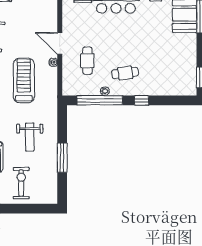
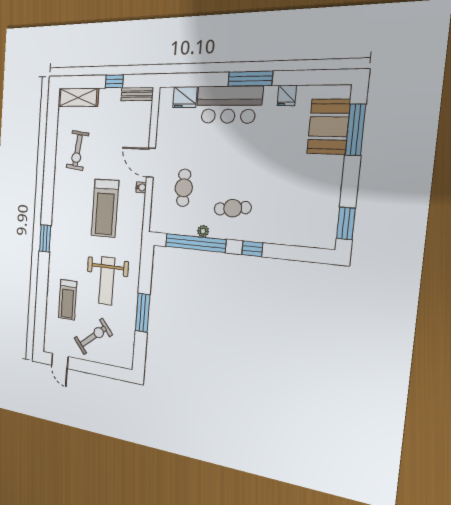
treadmill: (24, 80) -> (105, 208), turned 180
weight bench: (30, 137) -> (107, 281), width x1.36, depth x1.33
exercise bike: (21, 183) -> (93, 336), turned 50

